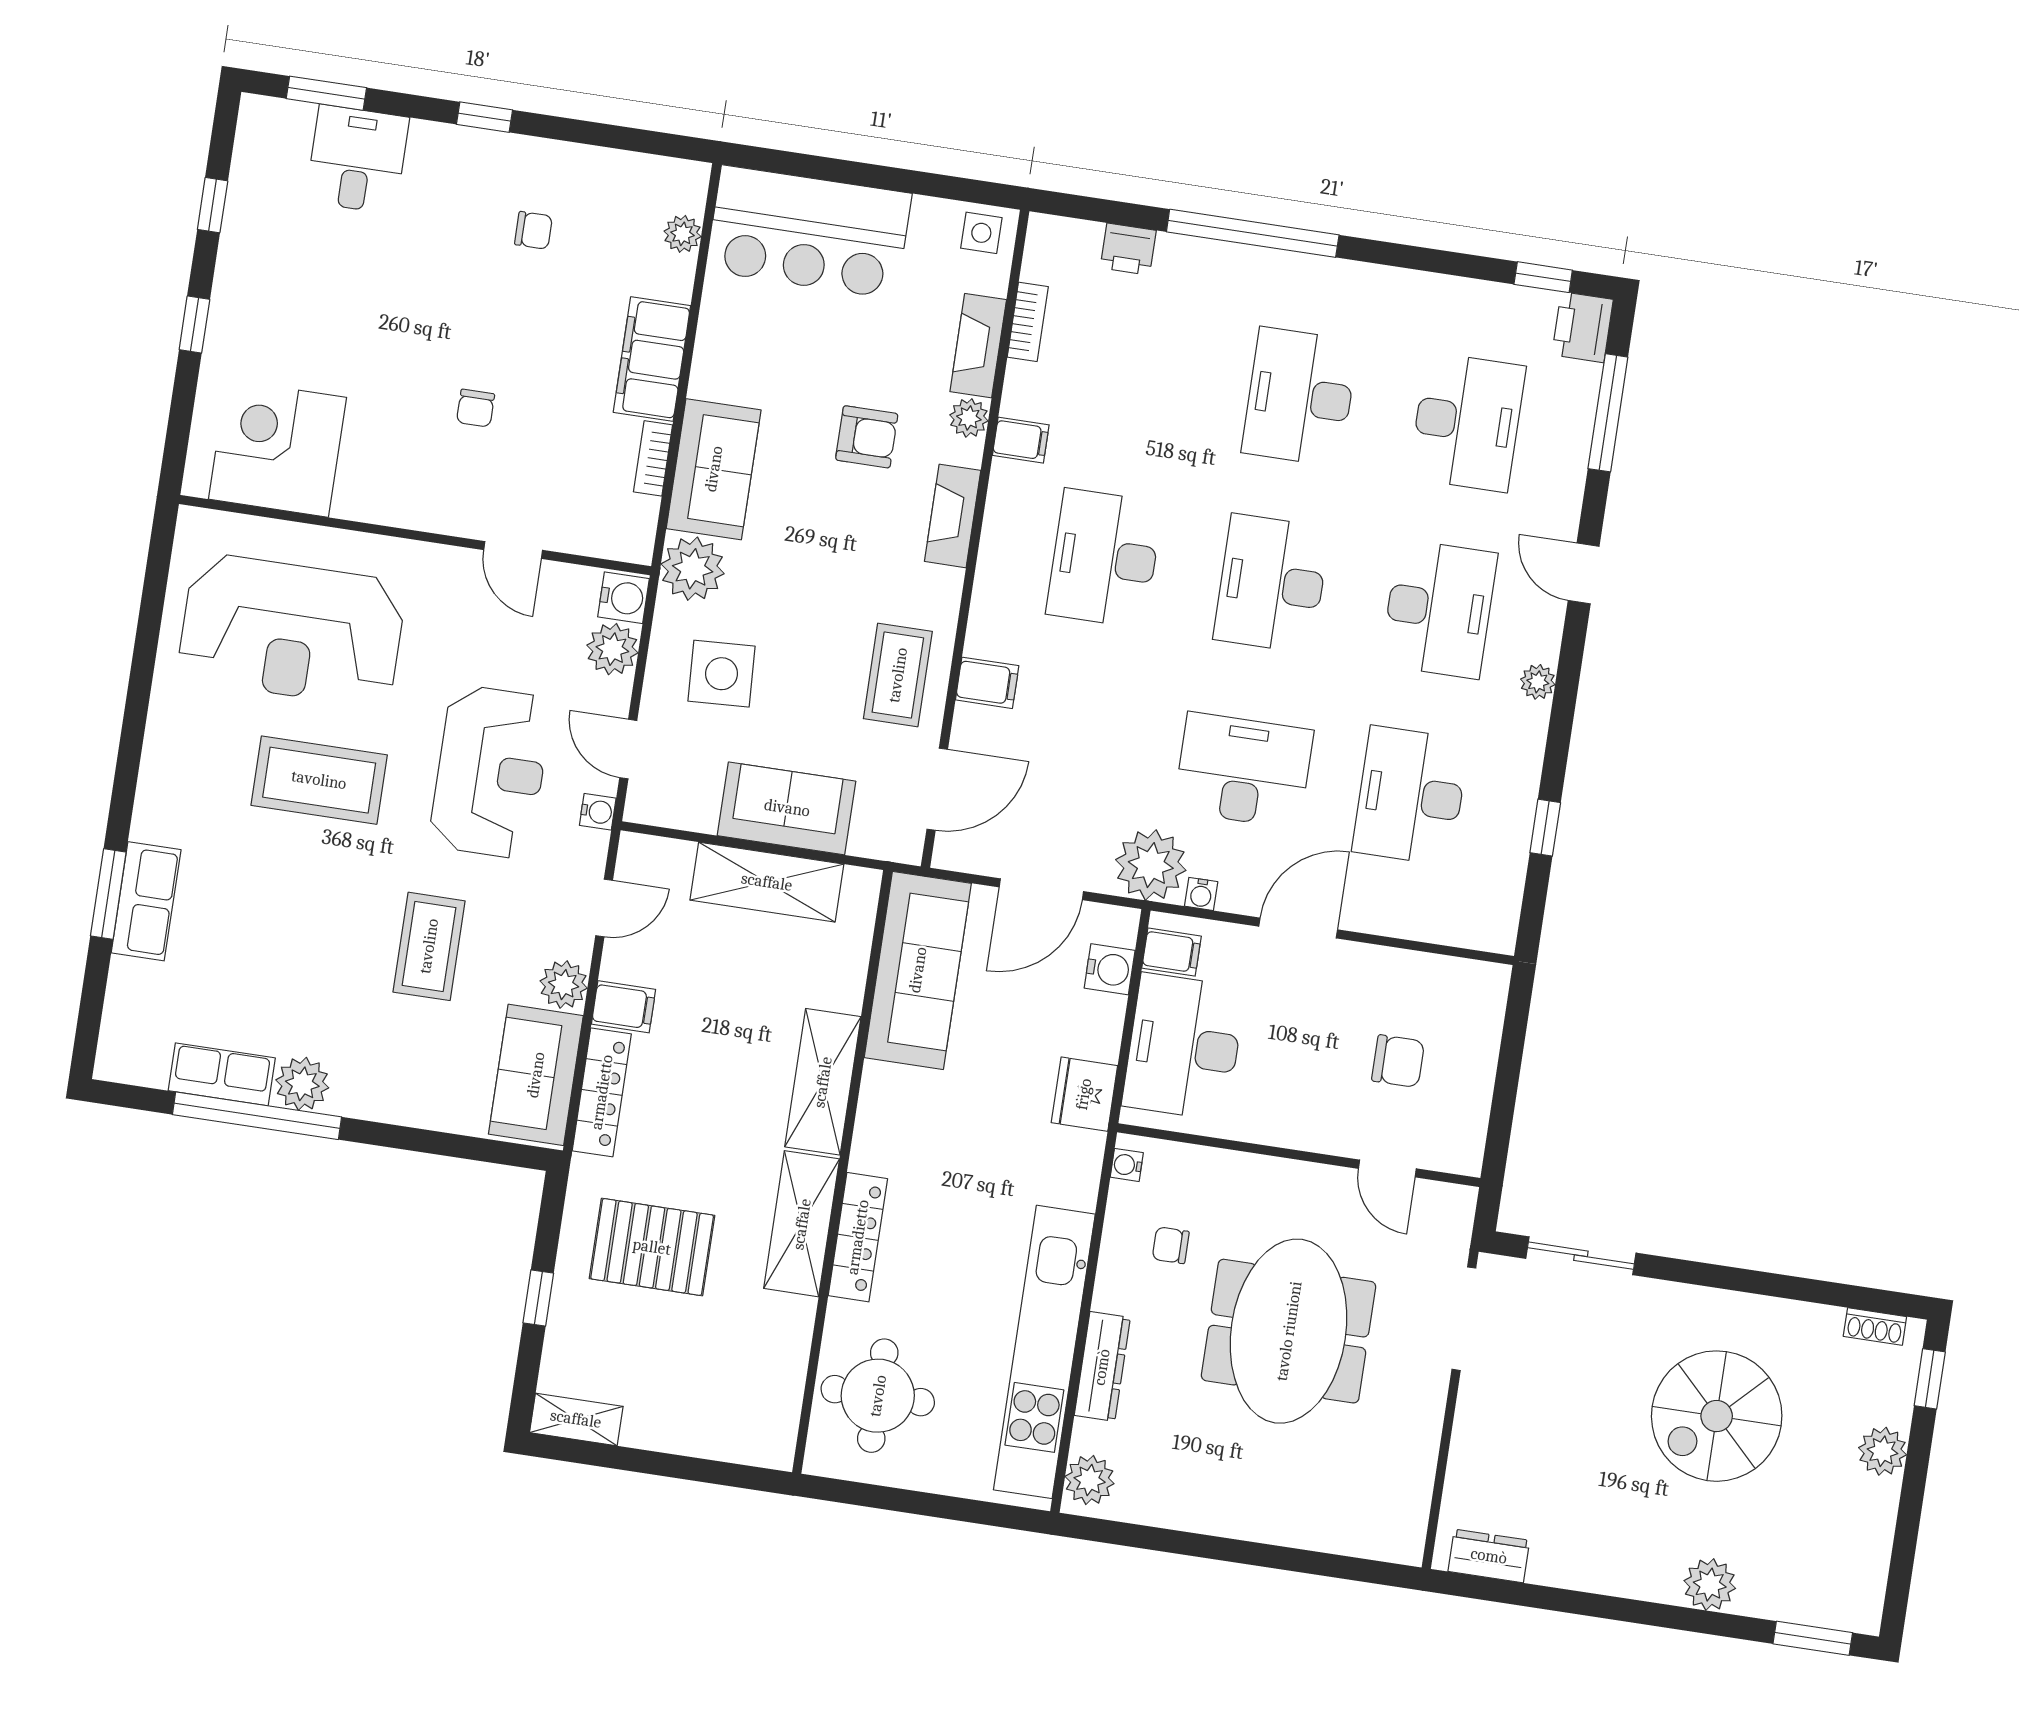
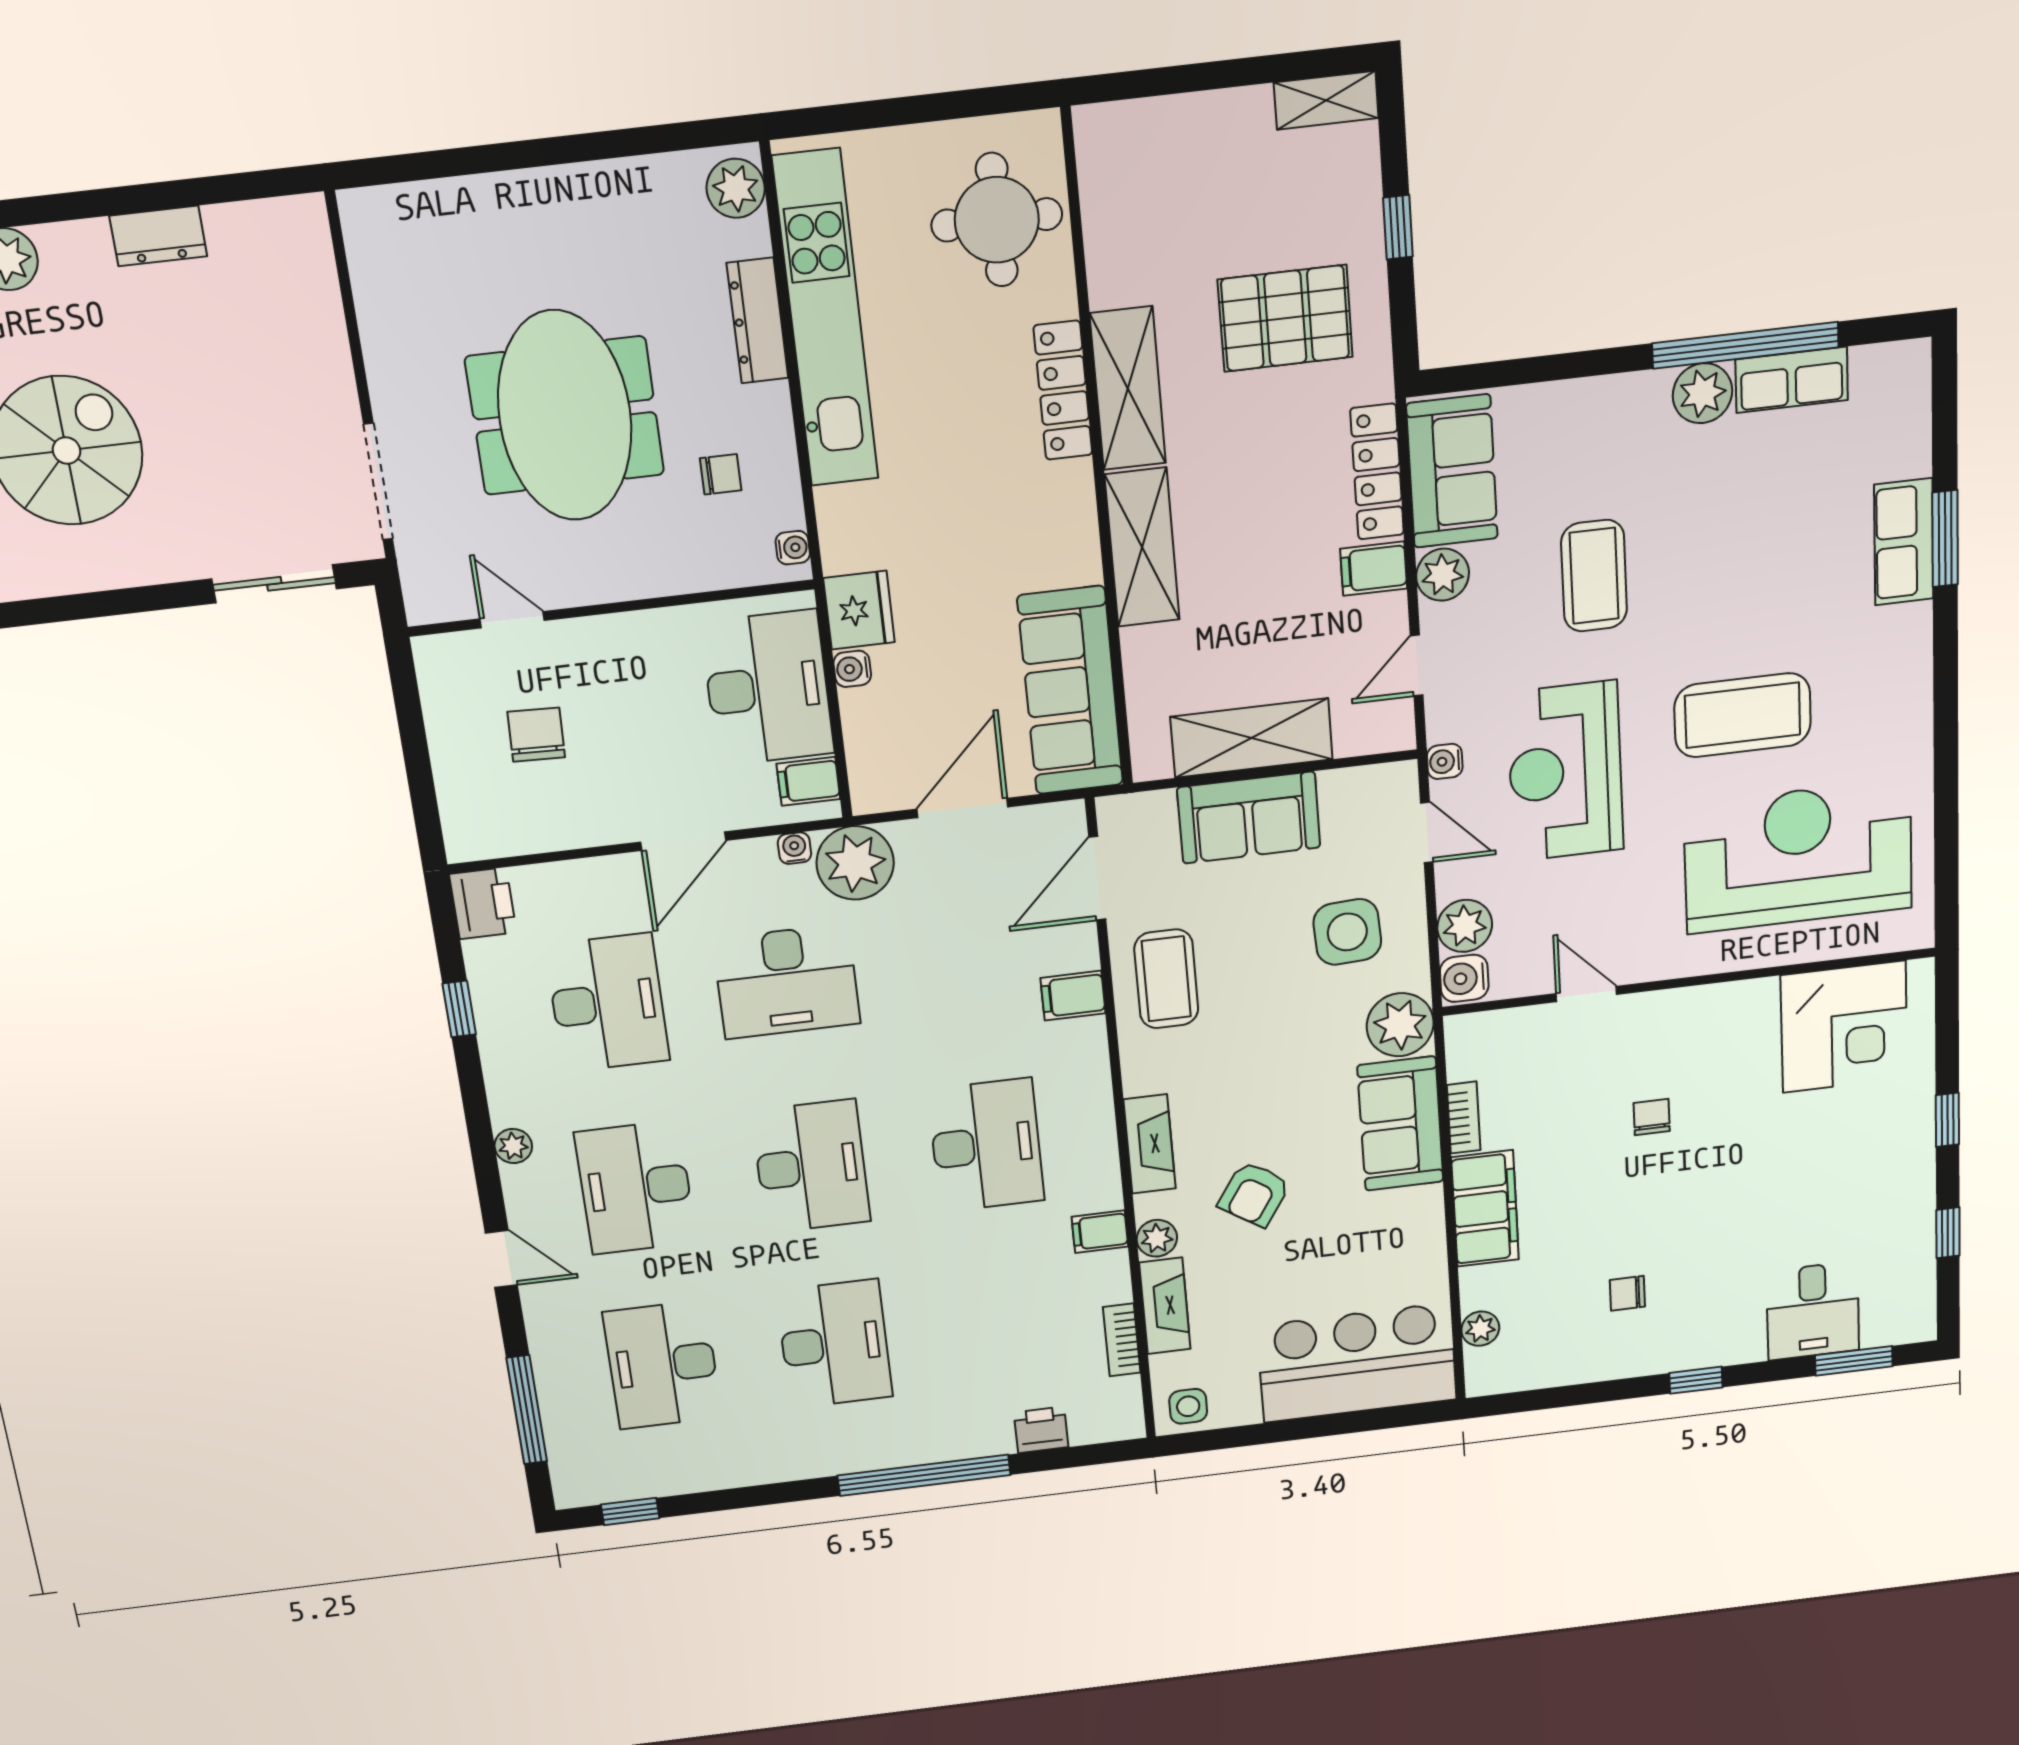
printer: (1582, 327) -> (483, 903), moved
armchair: (867, 437) -> (1254, 1194), turned -57
water cooler: (1110, 969) -> (852, 669), moved, width x0.72, depth x0.72
chair: (1398, 1061) -> (536, 735), turned 92
dresser: (1489, 1556) -> (158, 236), moved

